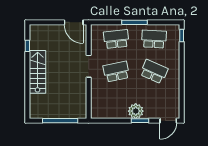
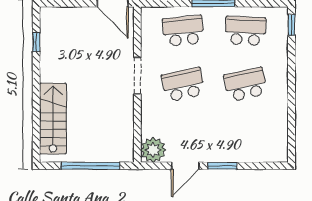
stairs: (38, 72) -> (53, 119), moved
school desk: (154, 72) -> (246, 85), turned -36
plant: (136, 111) -> (153, 150), moved
door: (168, 121) -> (185, 166), moved

